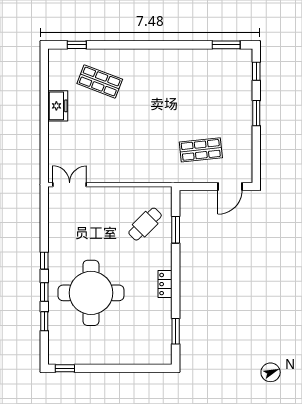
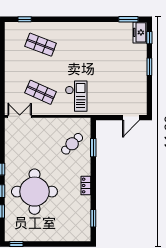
freezer: (58, 106) -> (140, 32), moved, turned 180
shop shelf: (201, 150) -> (41, 92), moved, turned 30
checkout: (151, 156) -> (76, 96), added

